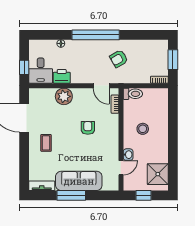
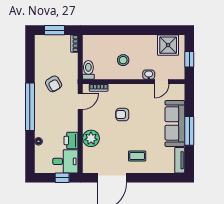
door: (121, 168) -> (162, 82), swing flipped

